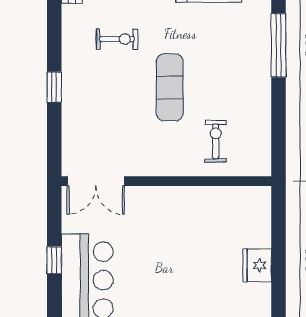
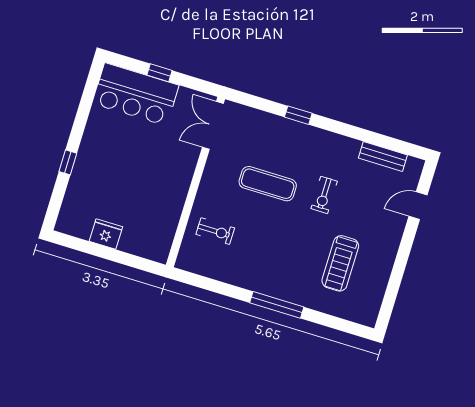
exercise bike: (117, 39) -> (324, 195), moved
exercise mat: (170, 87) -> (268, 184), moved

